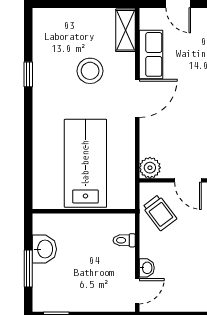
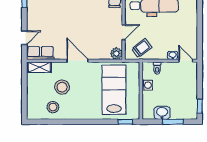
row of seats: (151, 54) -> (40, 53), moved
stool: (55, 55) -> (53, 107), added
window: (28, 74) -> (125, 122), moved
lab bench: (85, 163) -> (114, 90), turned 90
washing machine: (94, 222) -> (147, 85), added

